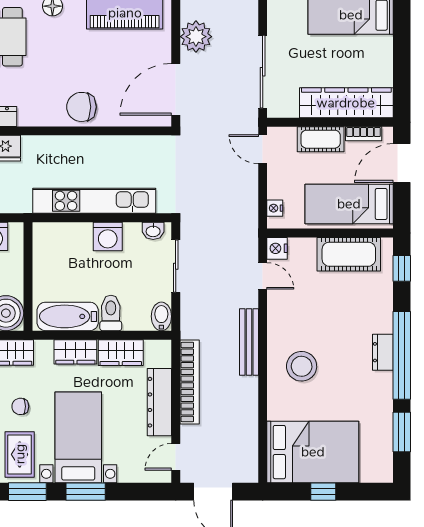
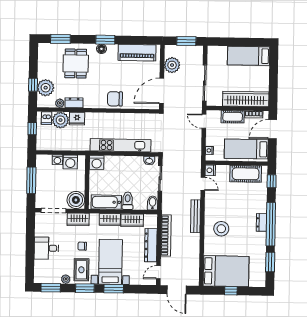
washing machine: (108, 237) -> (97, 162), moved

